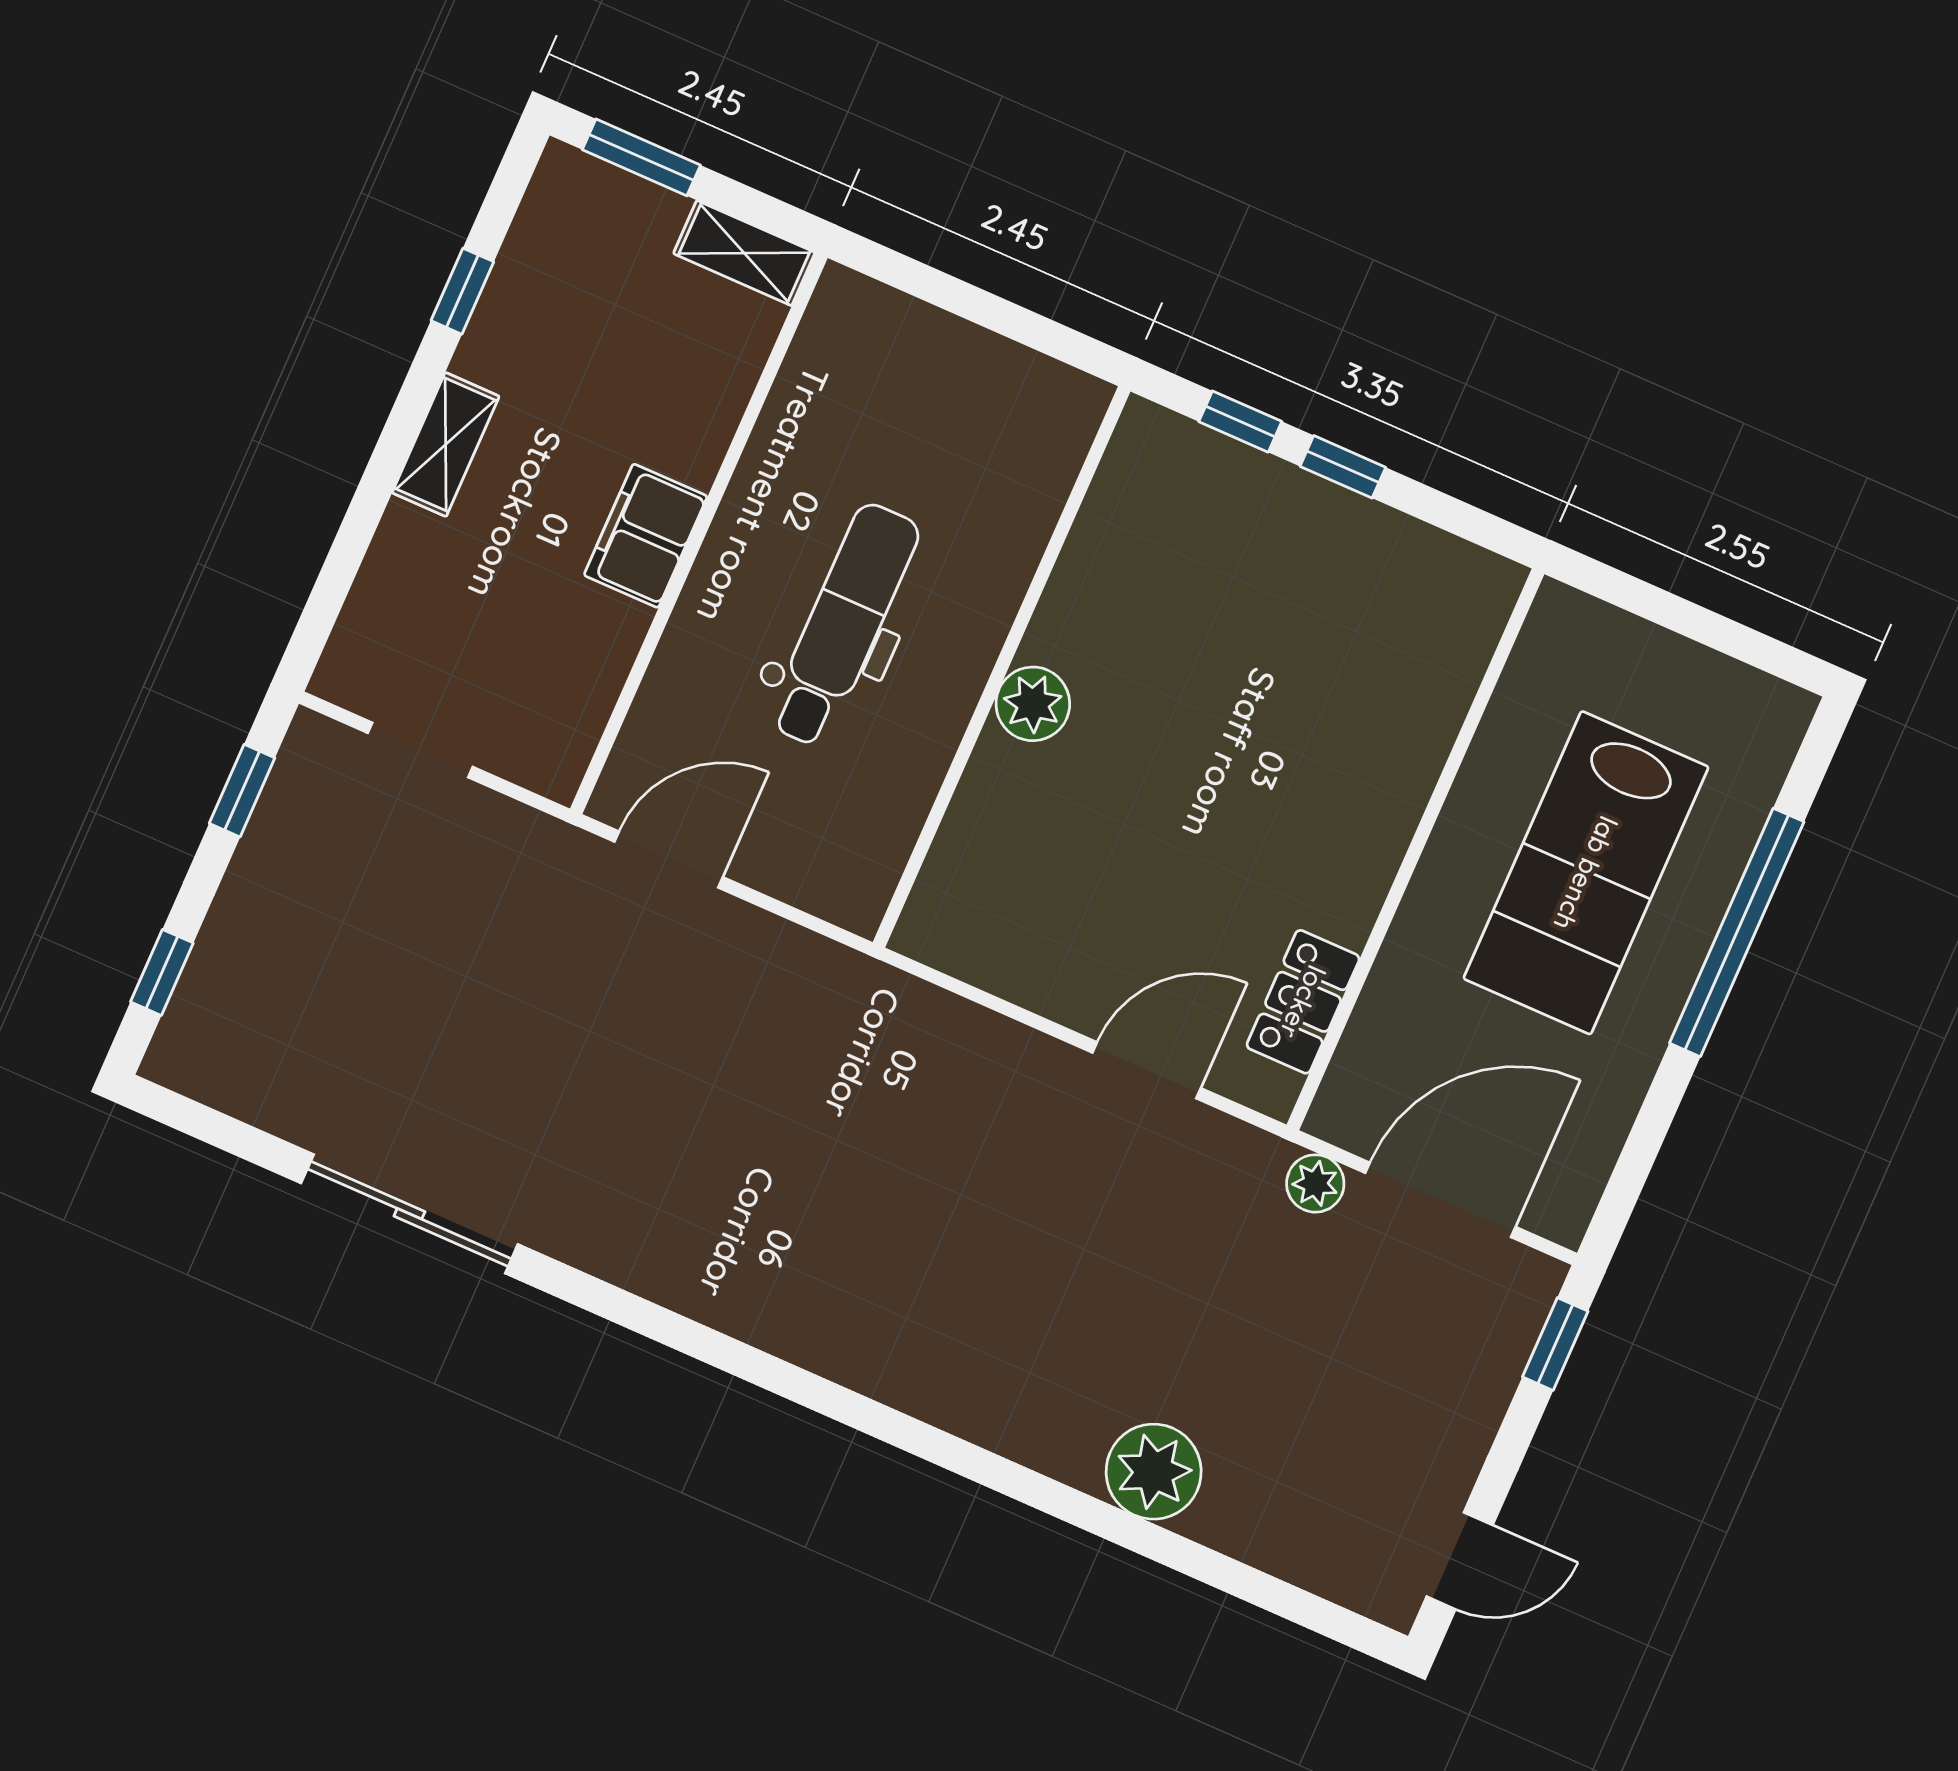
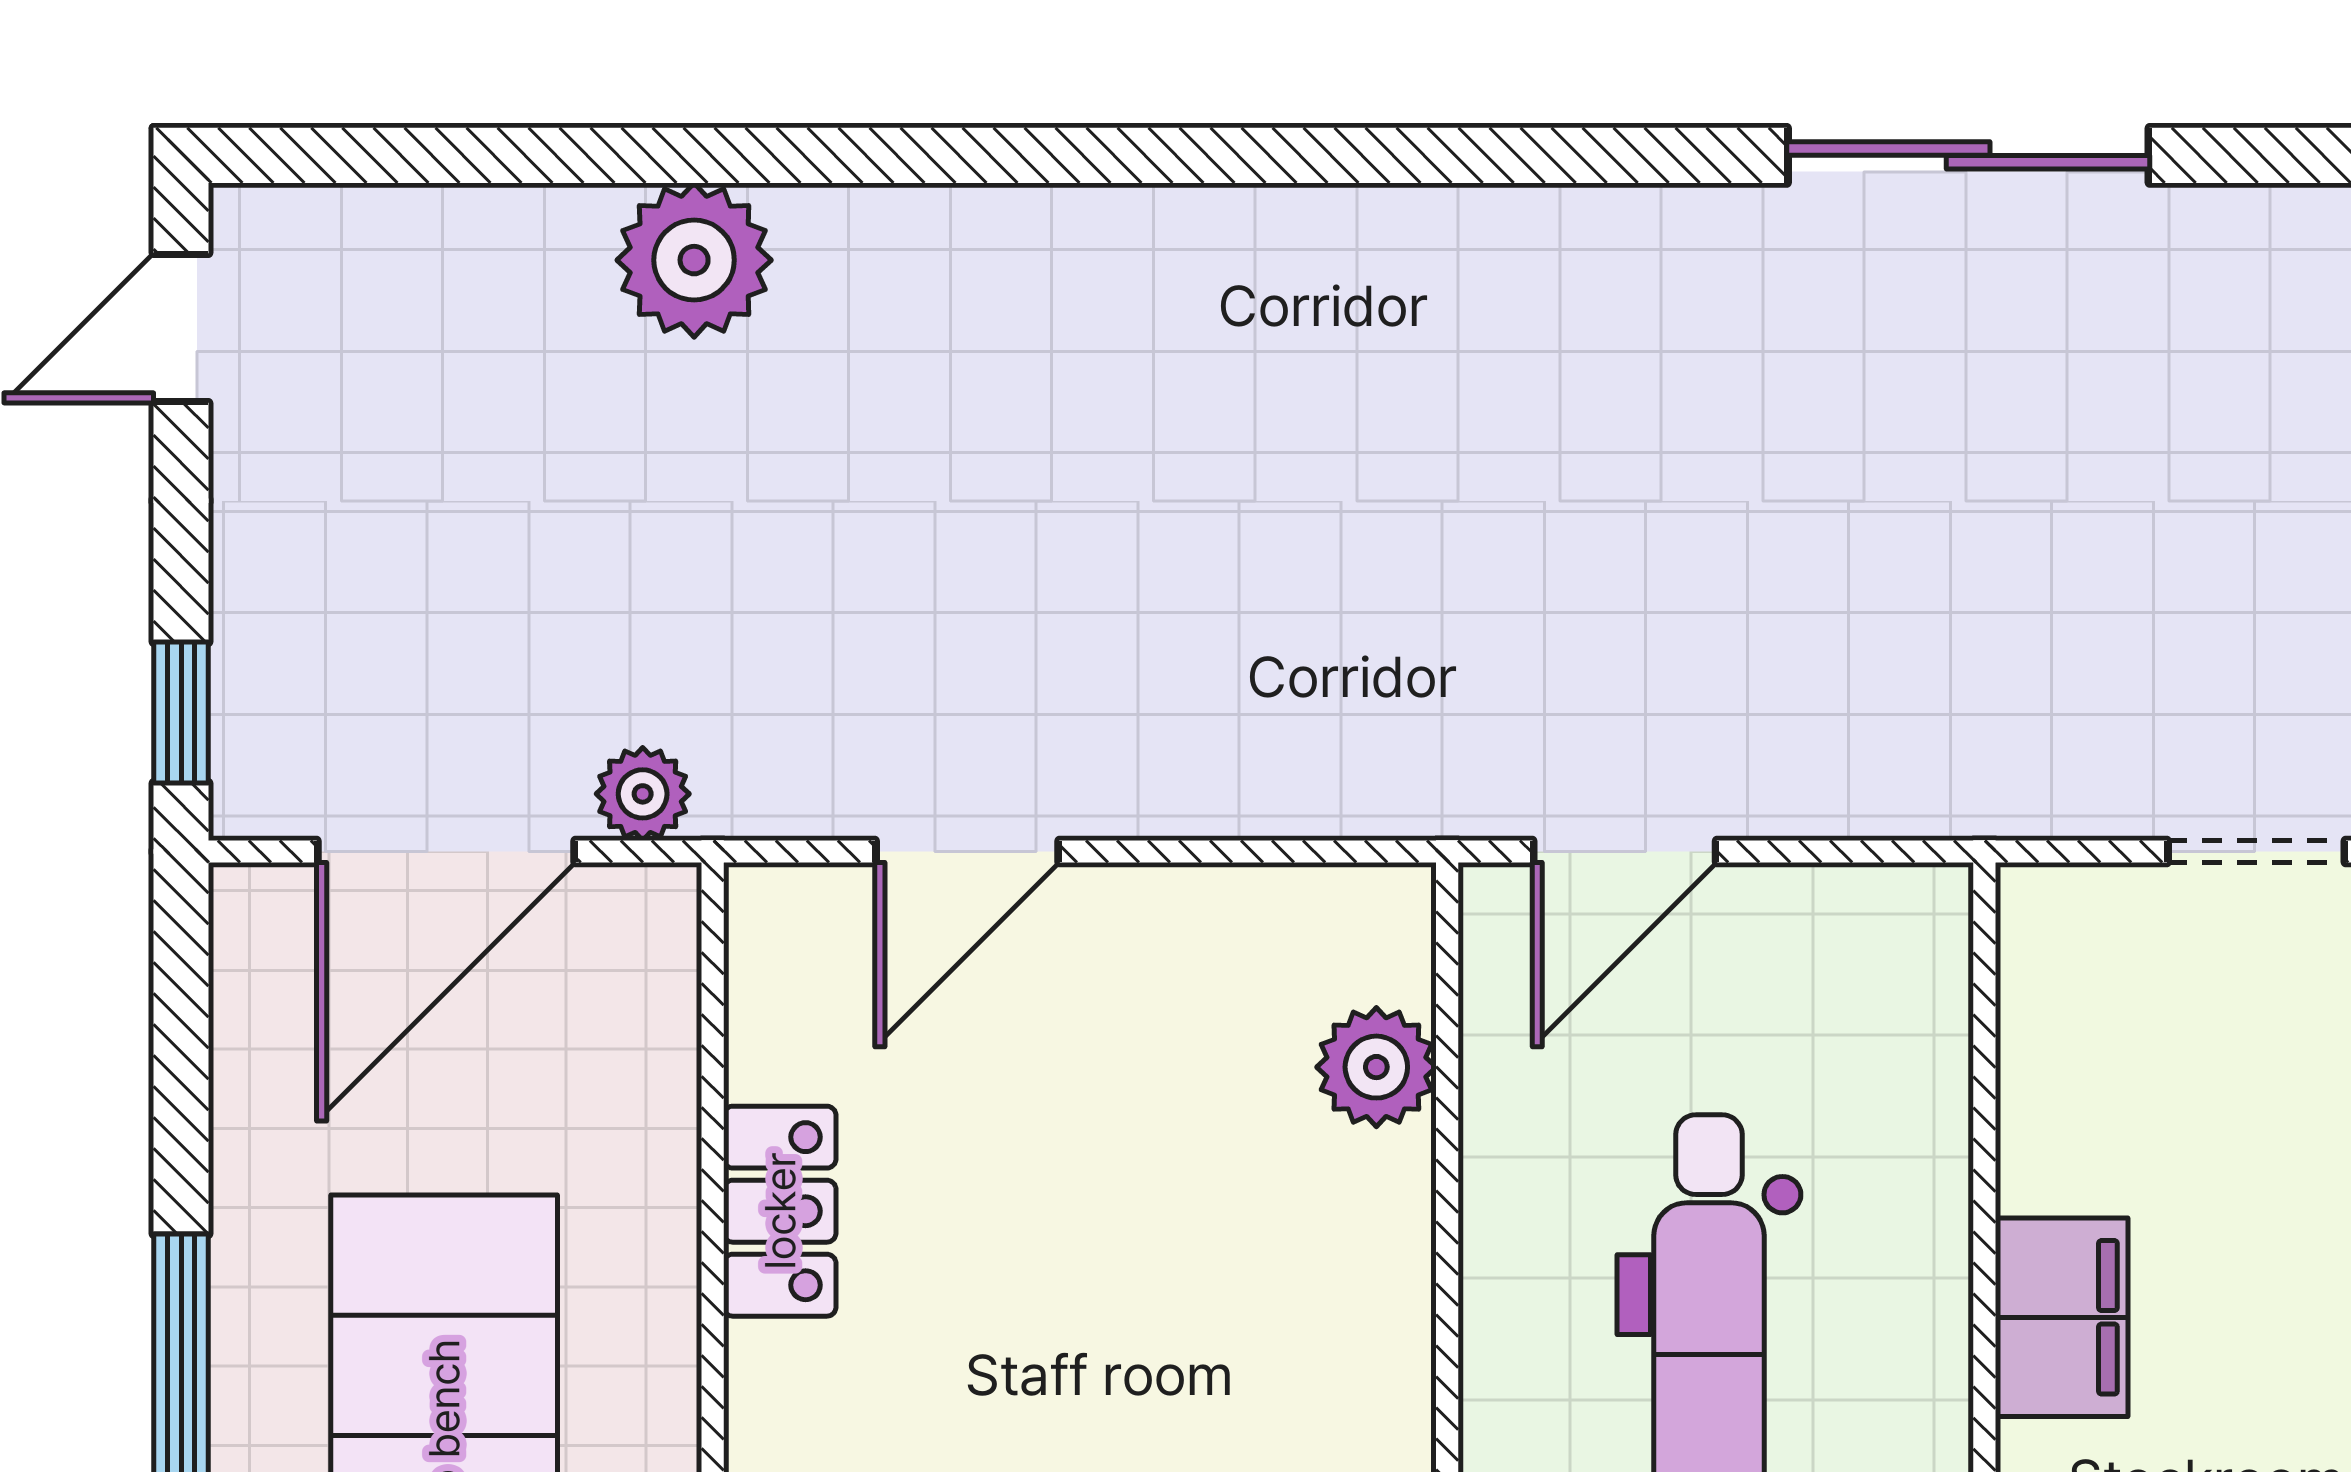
plant: (1033, 704) -> (1376, 1067), moved
door: (669, 859) -> (1625, 851), moved
locker: (1303, 1002) -> (780, 1211), moved

